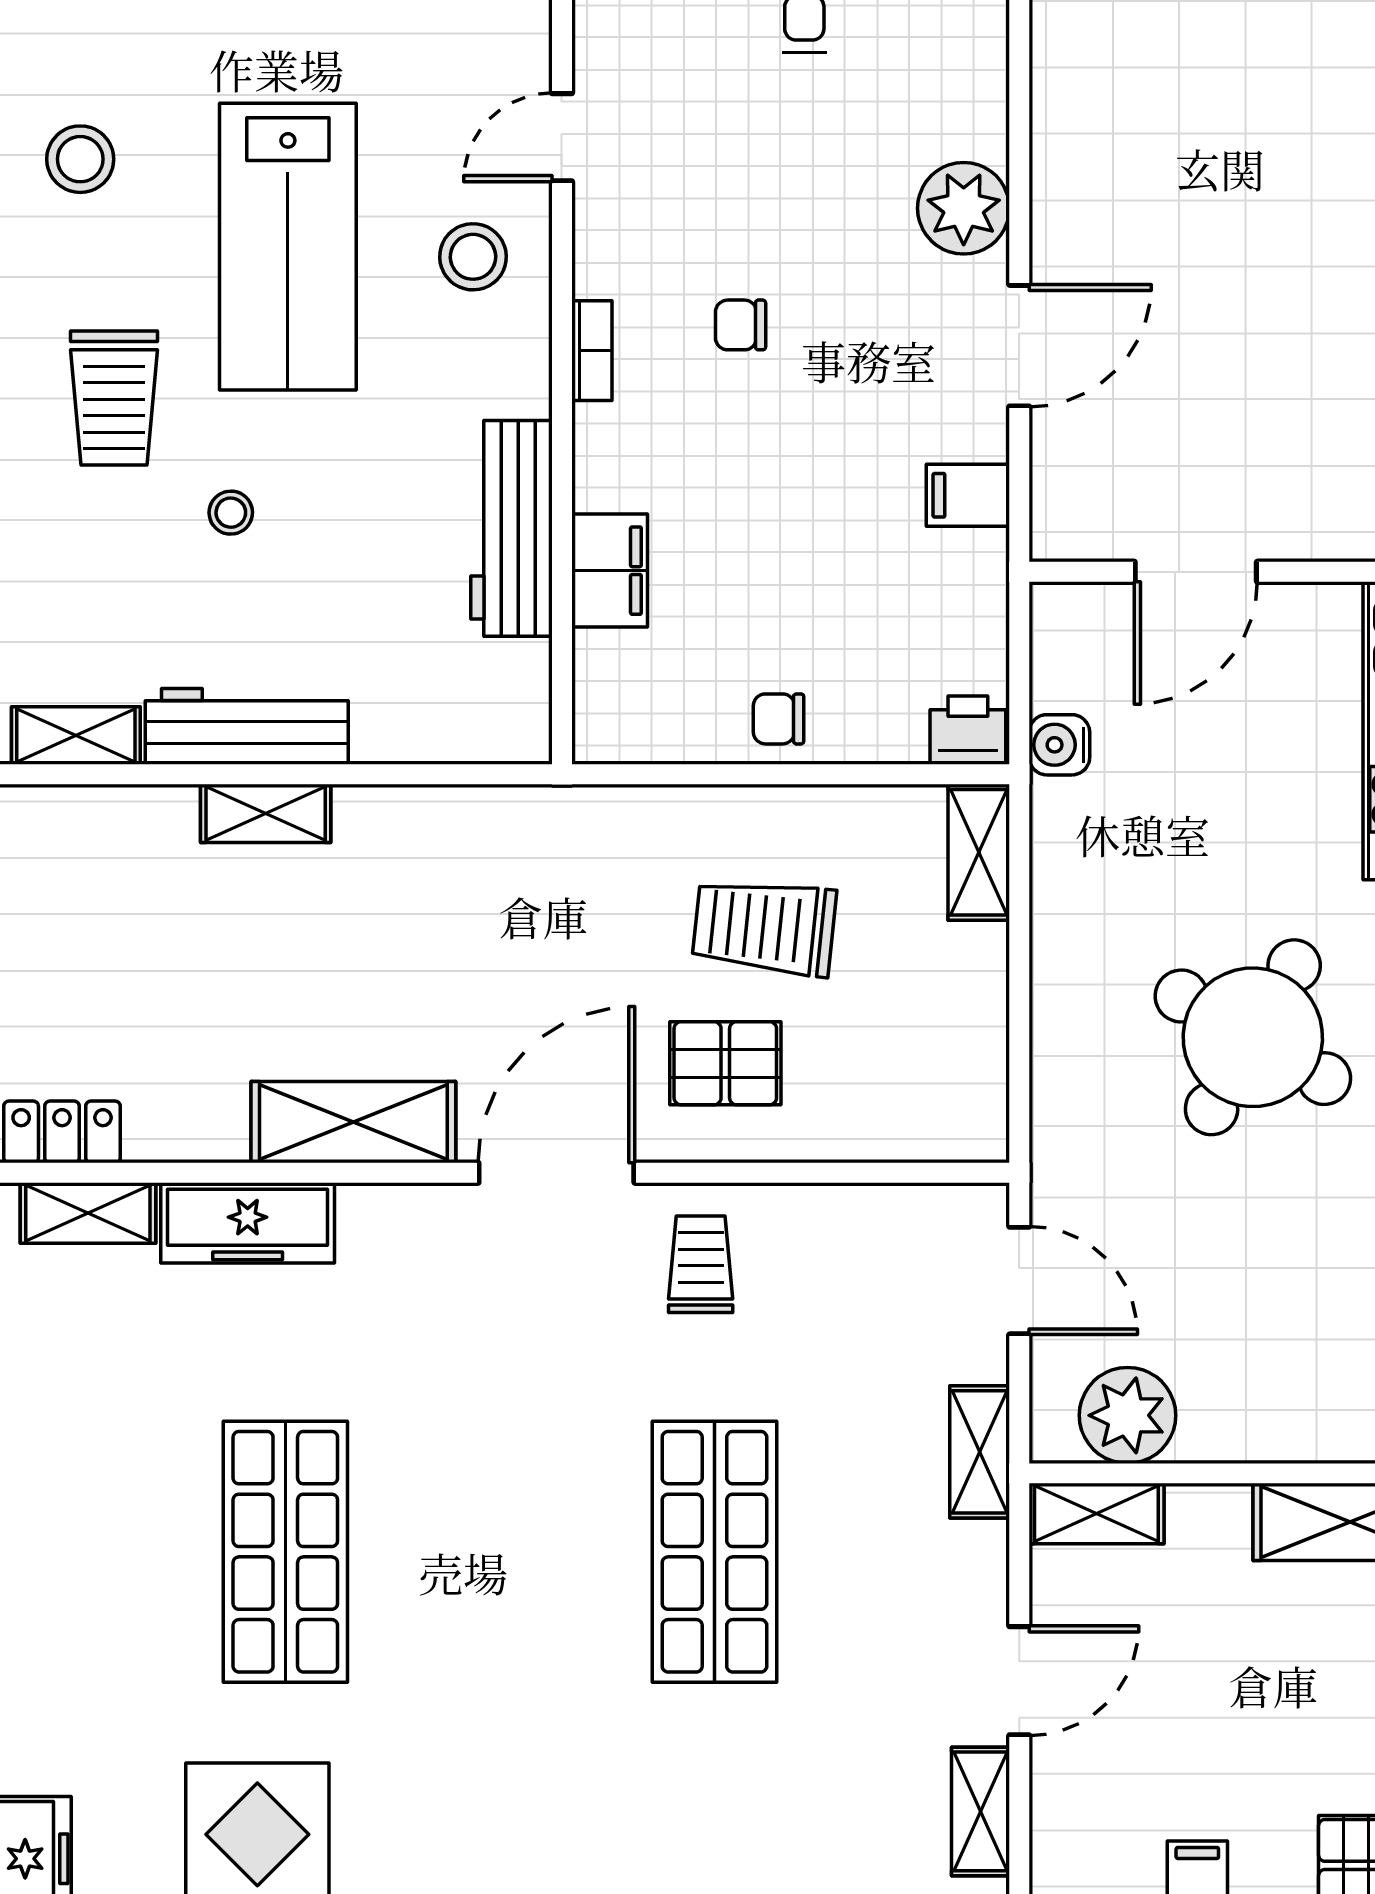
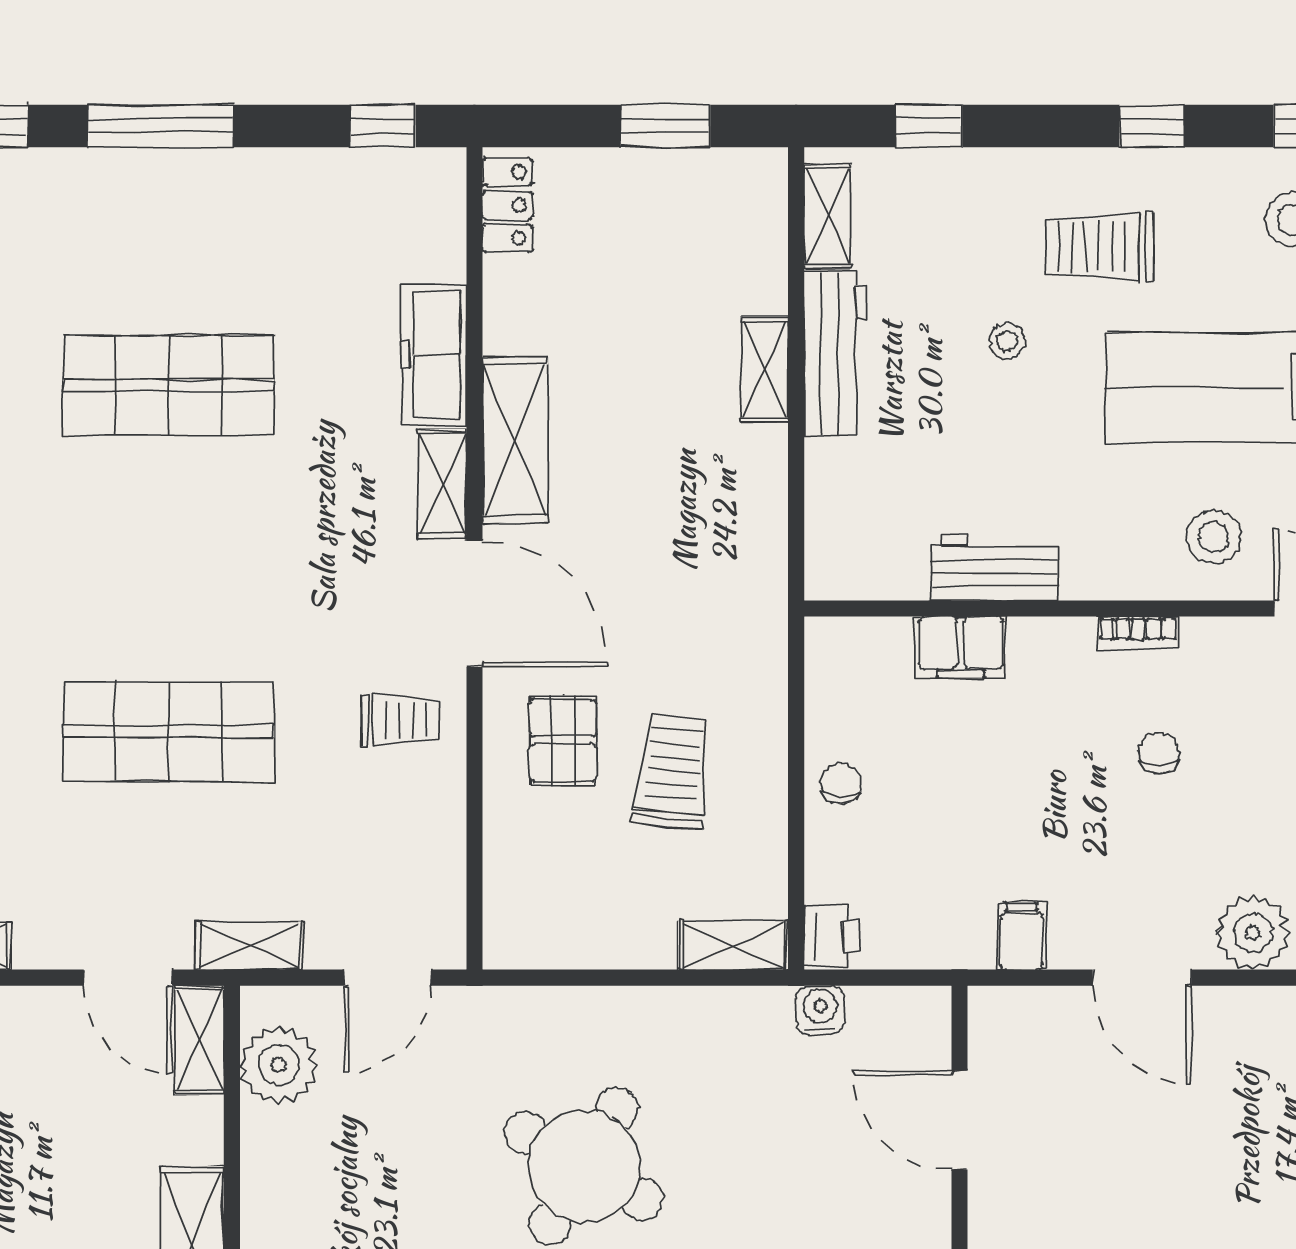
workbench: (512, 528) -> (995, 568), width x0.73
shelving: (88, 1213) -> (442, 484), moved
door: (1019, 1681) -> (128, 978), moved

